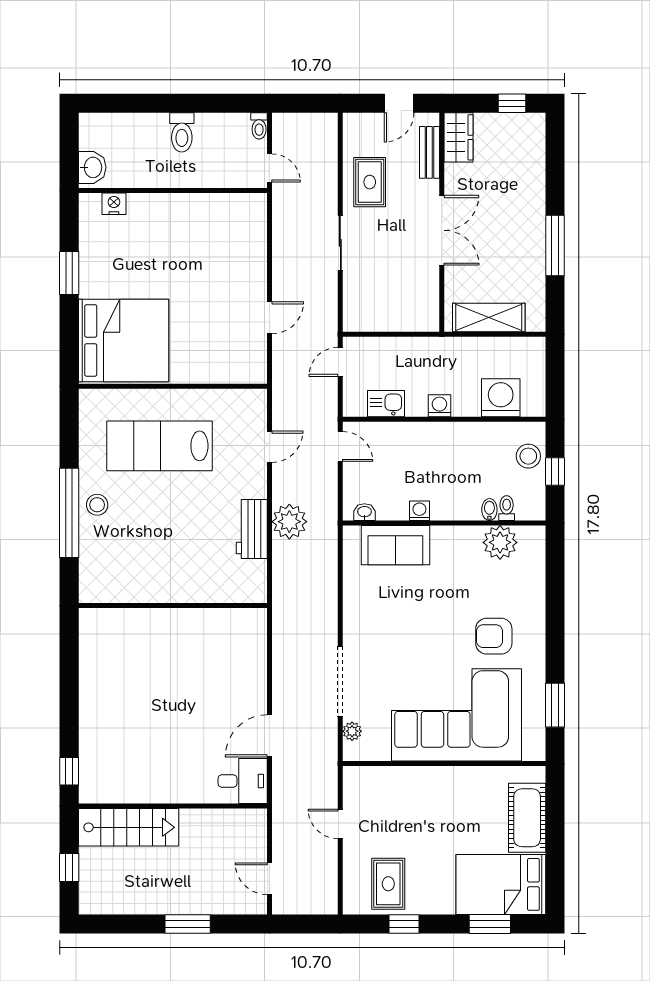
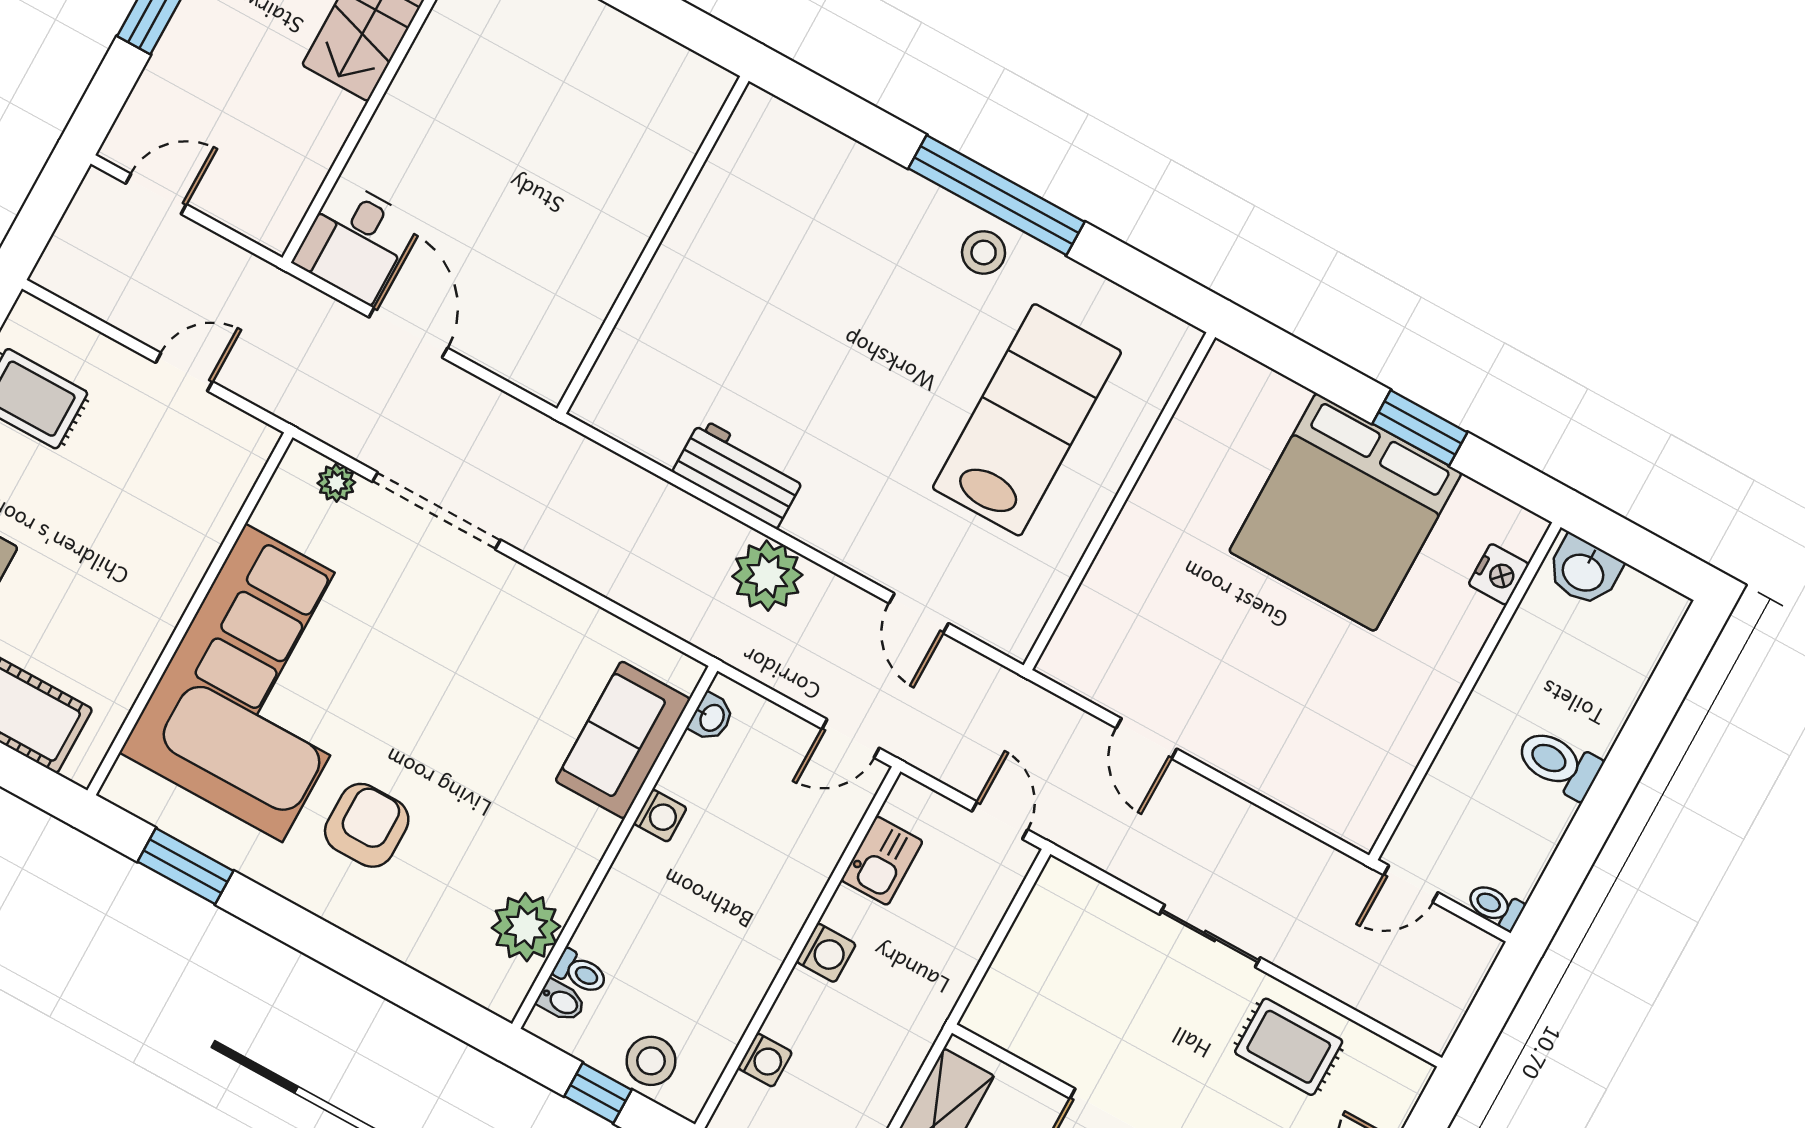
bed: (124, 340) -> (1345, 512), moved
washing machine: (501, 398) -> (765, 1060), width x0.53, depth x0.53
bidet: (489, 510) -> (561, 1001), moved
workbench: (252, 529) -> (739, 474), moved
wall: (173, 606) -> (653, 245), moved

